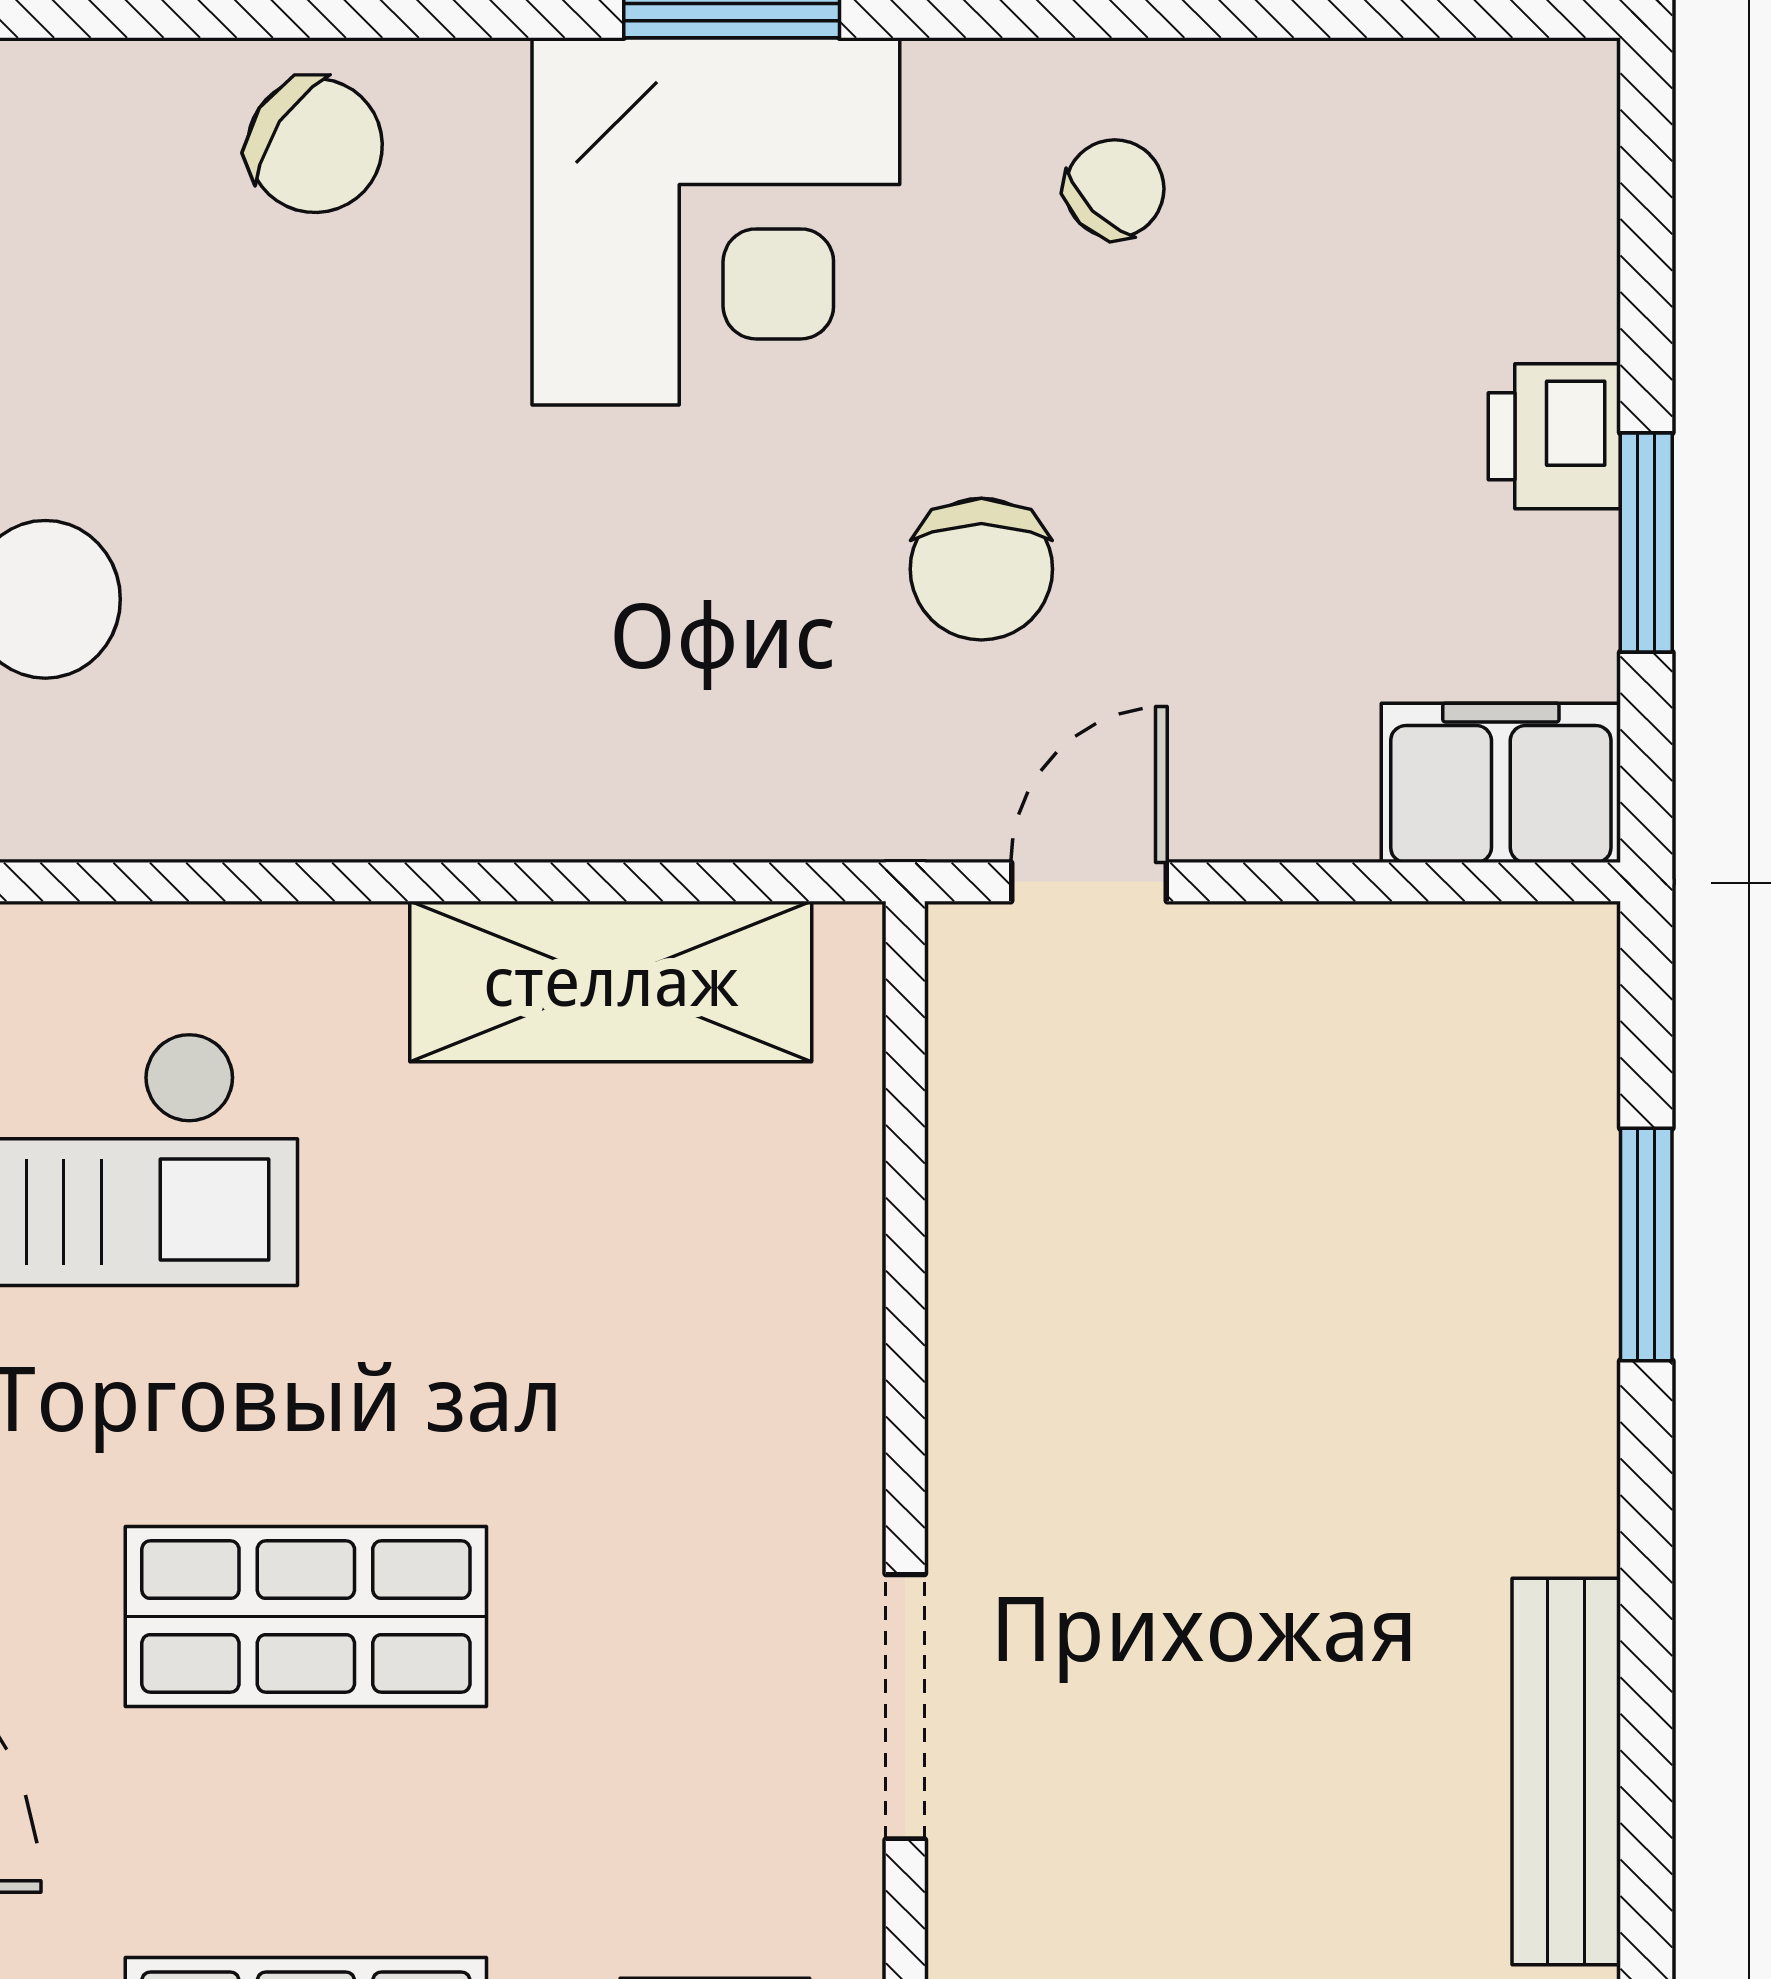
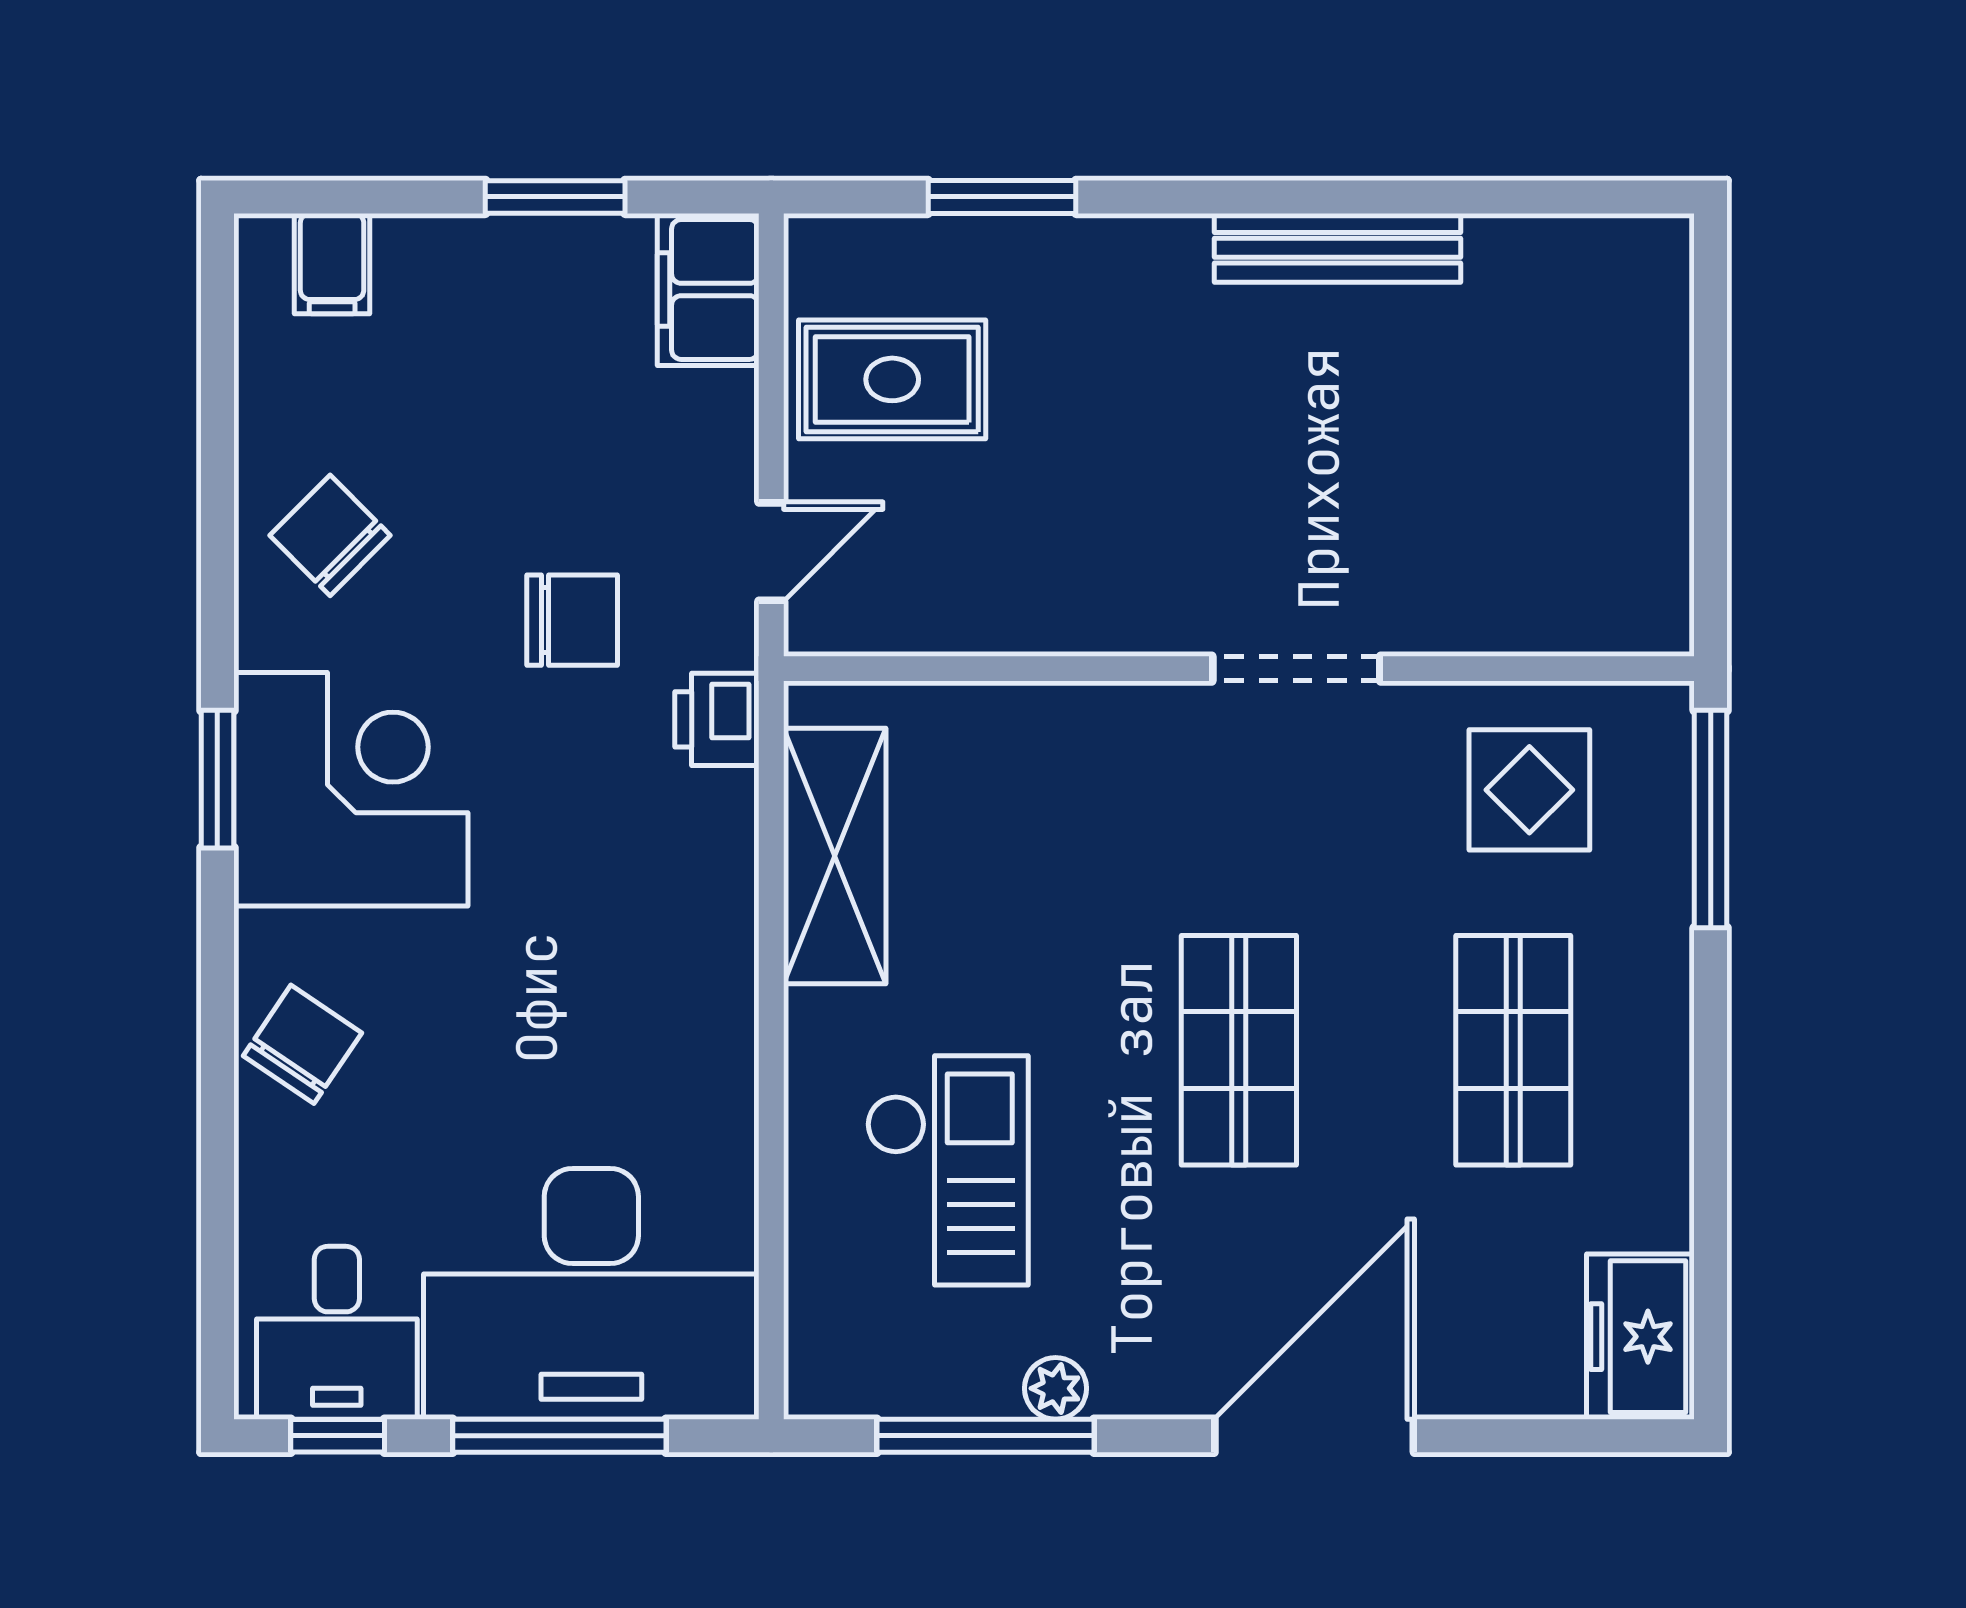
chair: (1115, 189) -> (330, 535), width x1.37, depth x1.37
filing cabinet: (1542, 192) -> (332, 264), added
printer: (1554, 436) -> (717, 719), moved, turned 90
door: (1089, 882) -> (771, 552), swing flipped
rug: (1360, 1072) -> (892, 379), added

